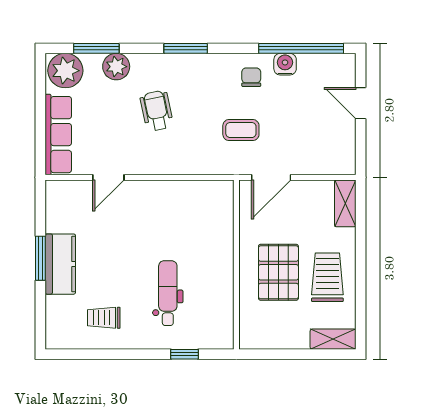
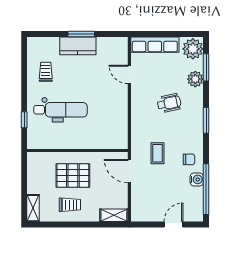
trolley: (327, 277) -> (70, 205), width x0.73, depth x0.72
dental chair: (168, 293) -> (60, 110), width x1.36, depth x1.38

